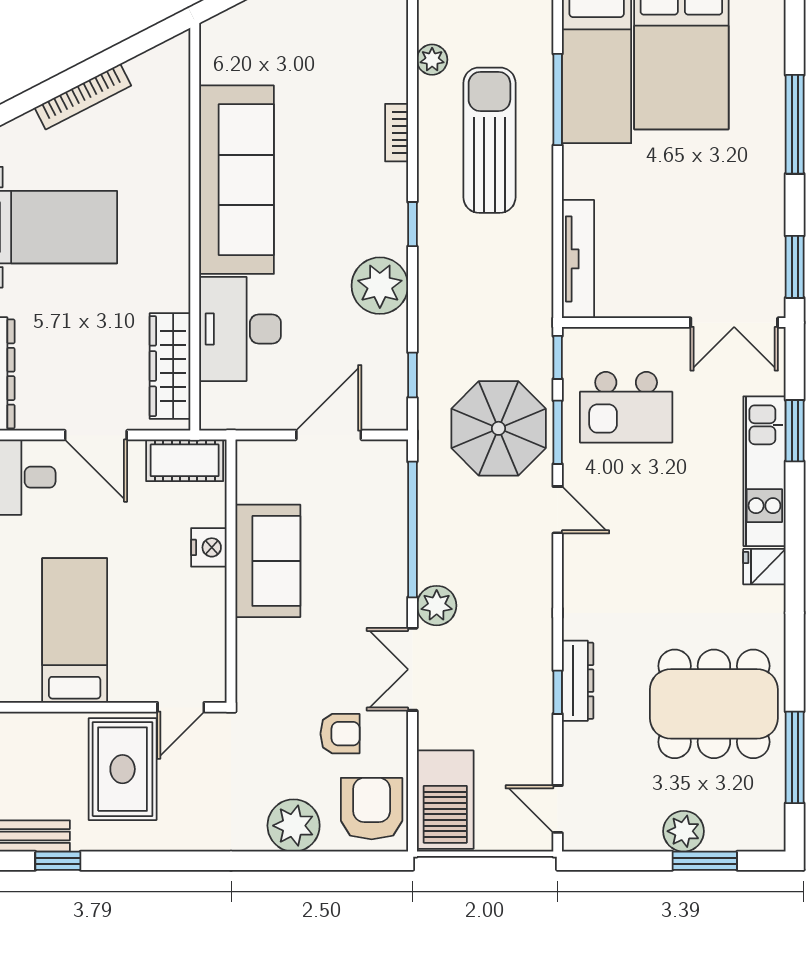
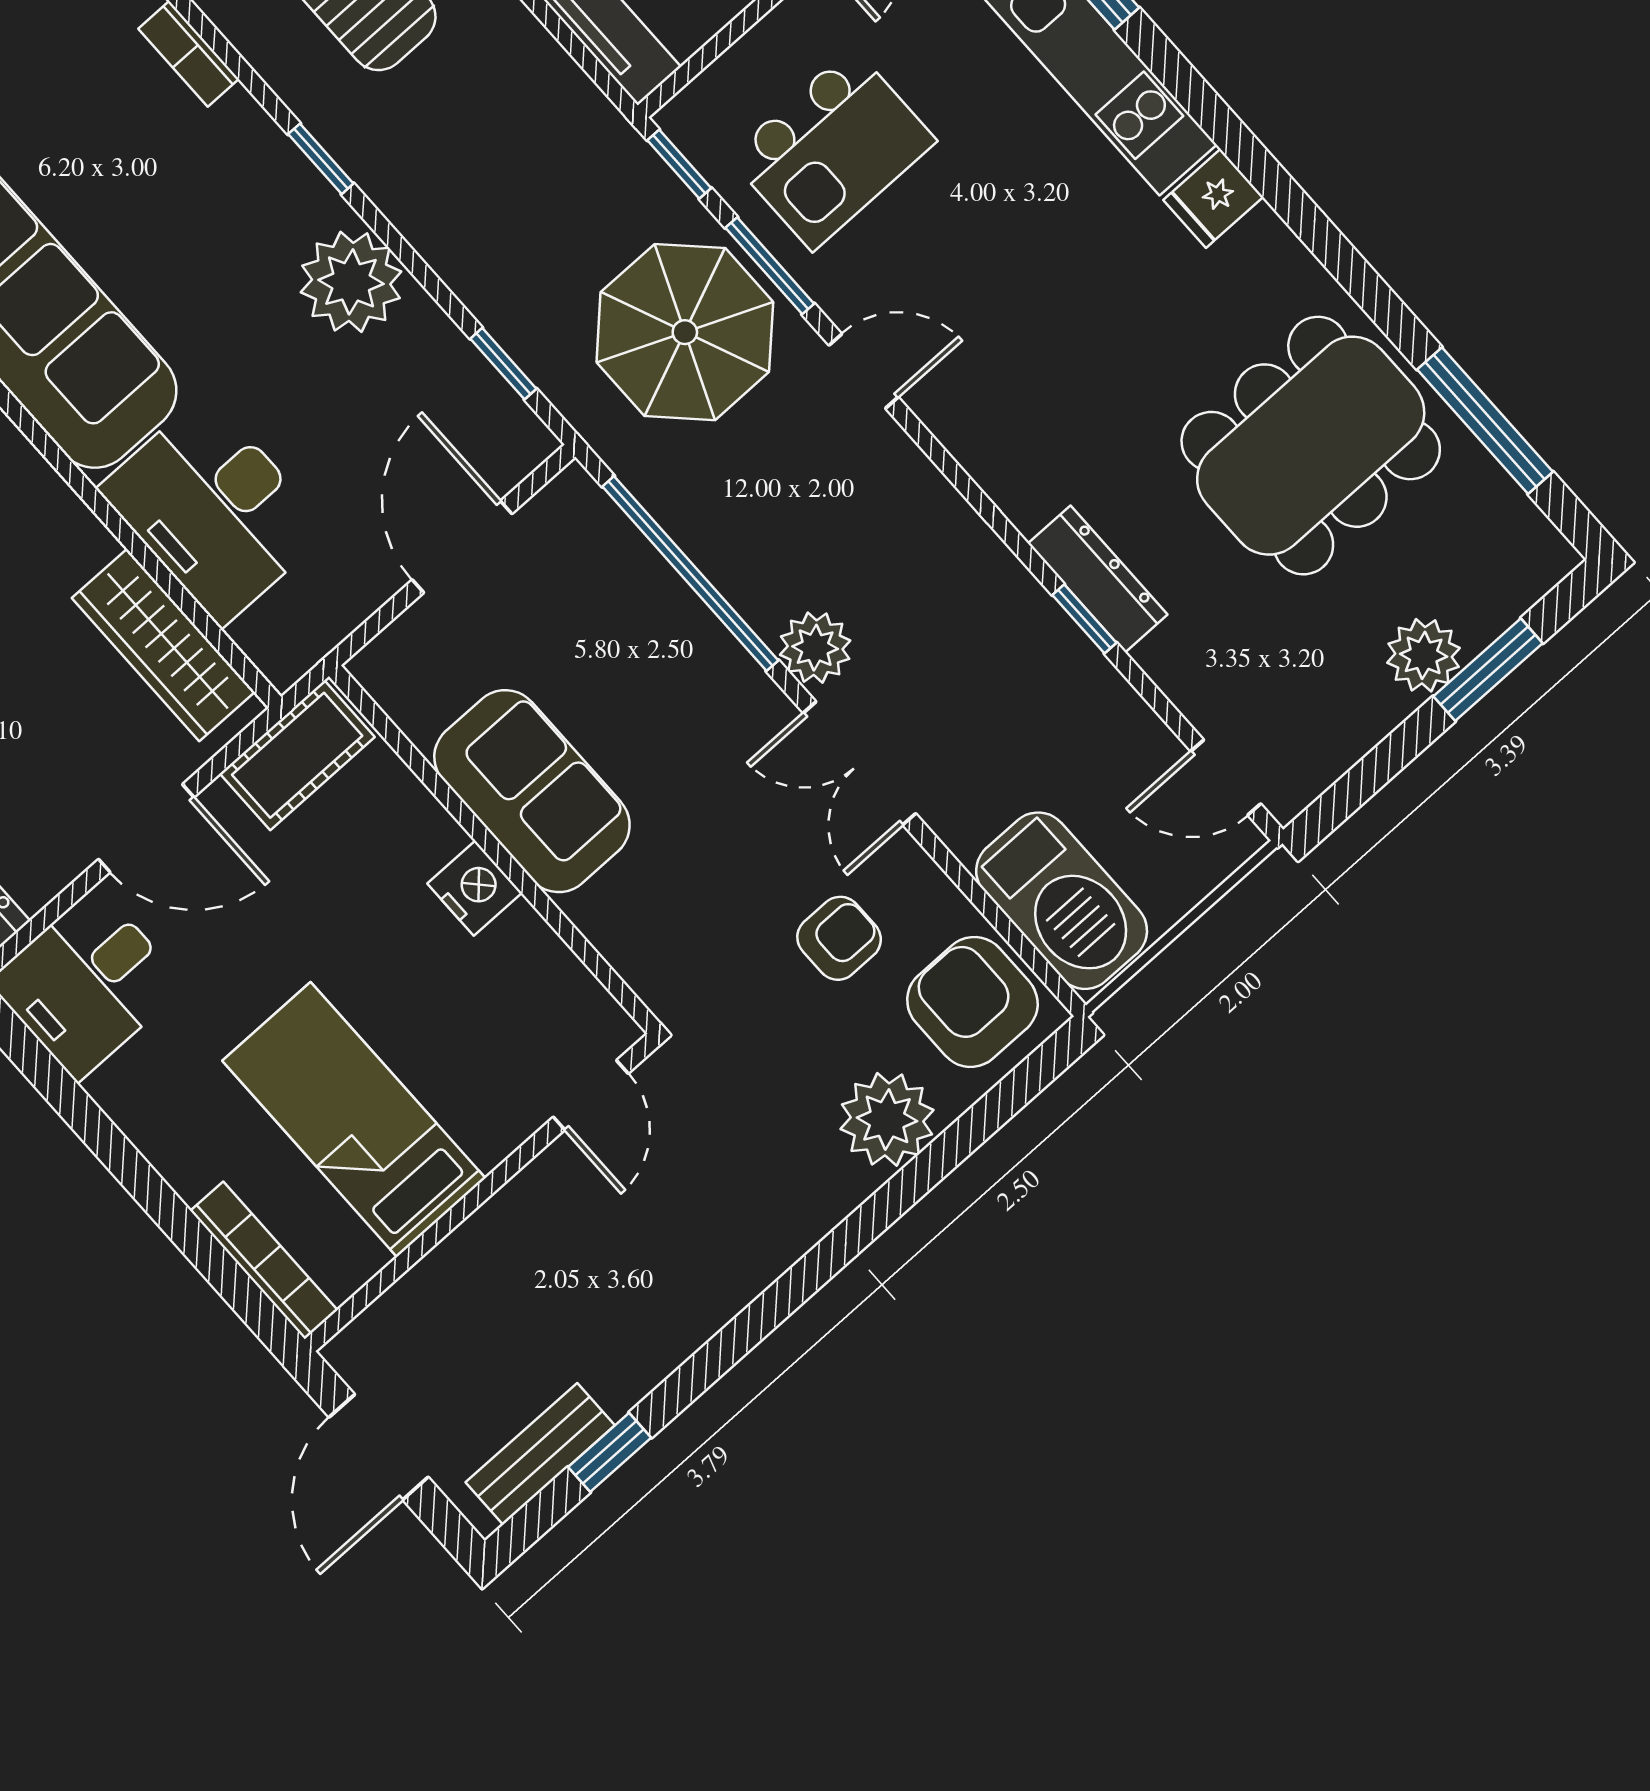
nightstand: (209, 547) -> (475, 888), moved
rug: (123, 769) -> (587, 1250), removed

